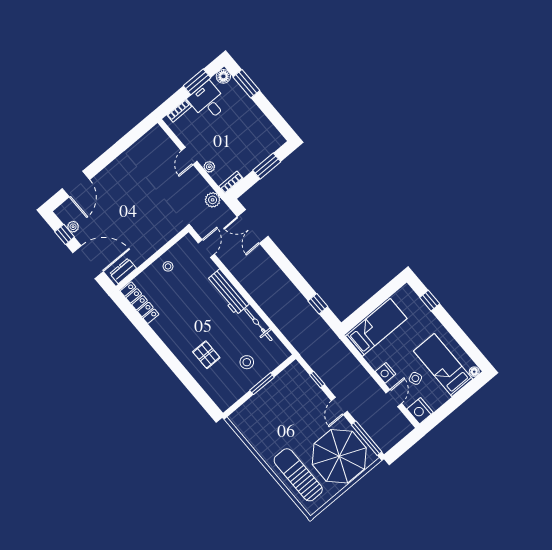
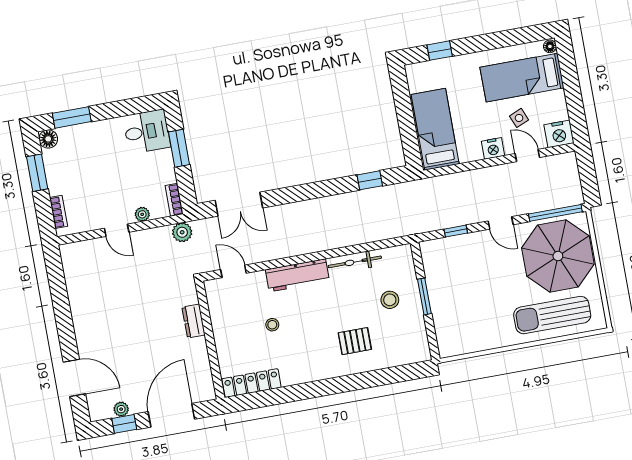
desk: (208, 101) -> (147, 132), moved, turned 180
stool: (168, 266) -> (272, 325), moved
dresser: (123, 271) -> (194, 321), moved

